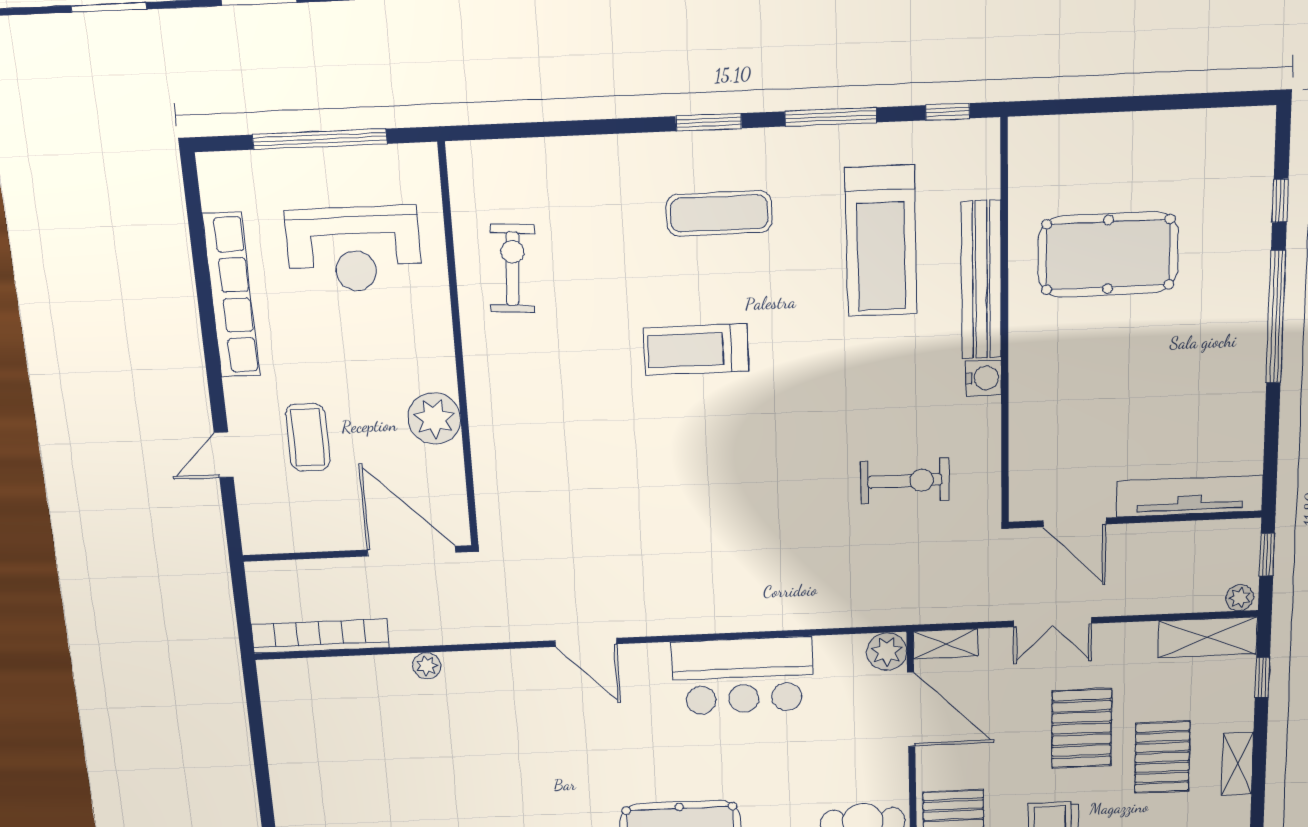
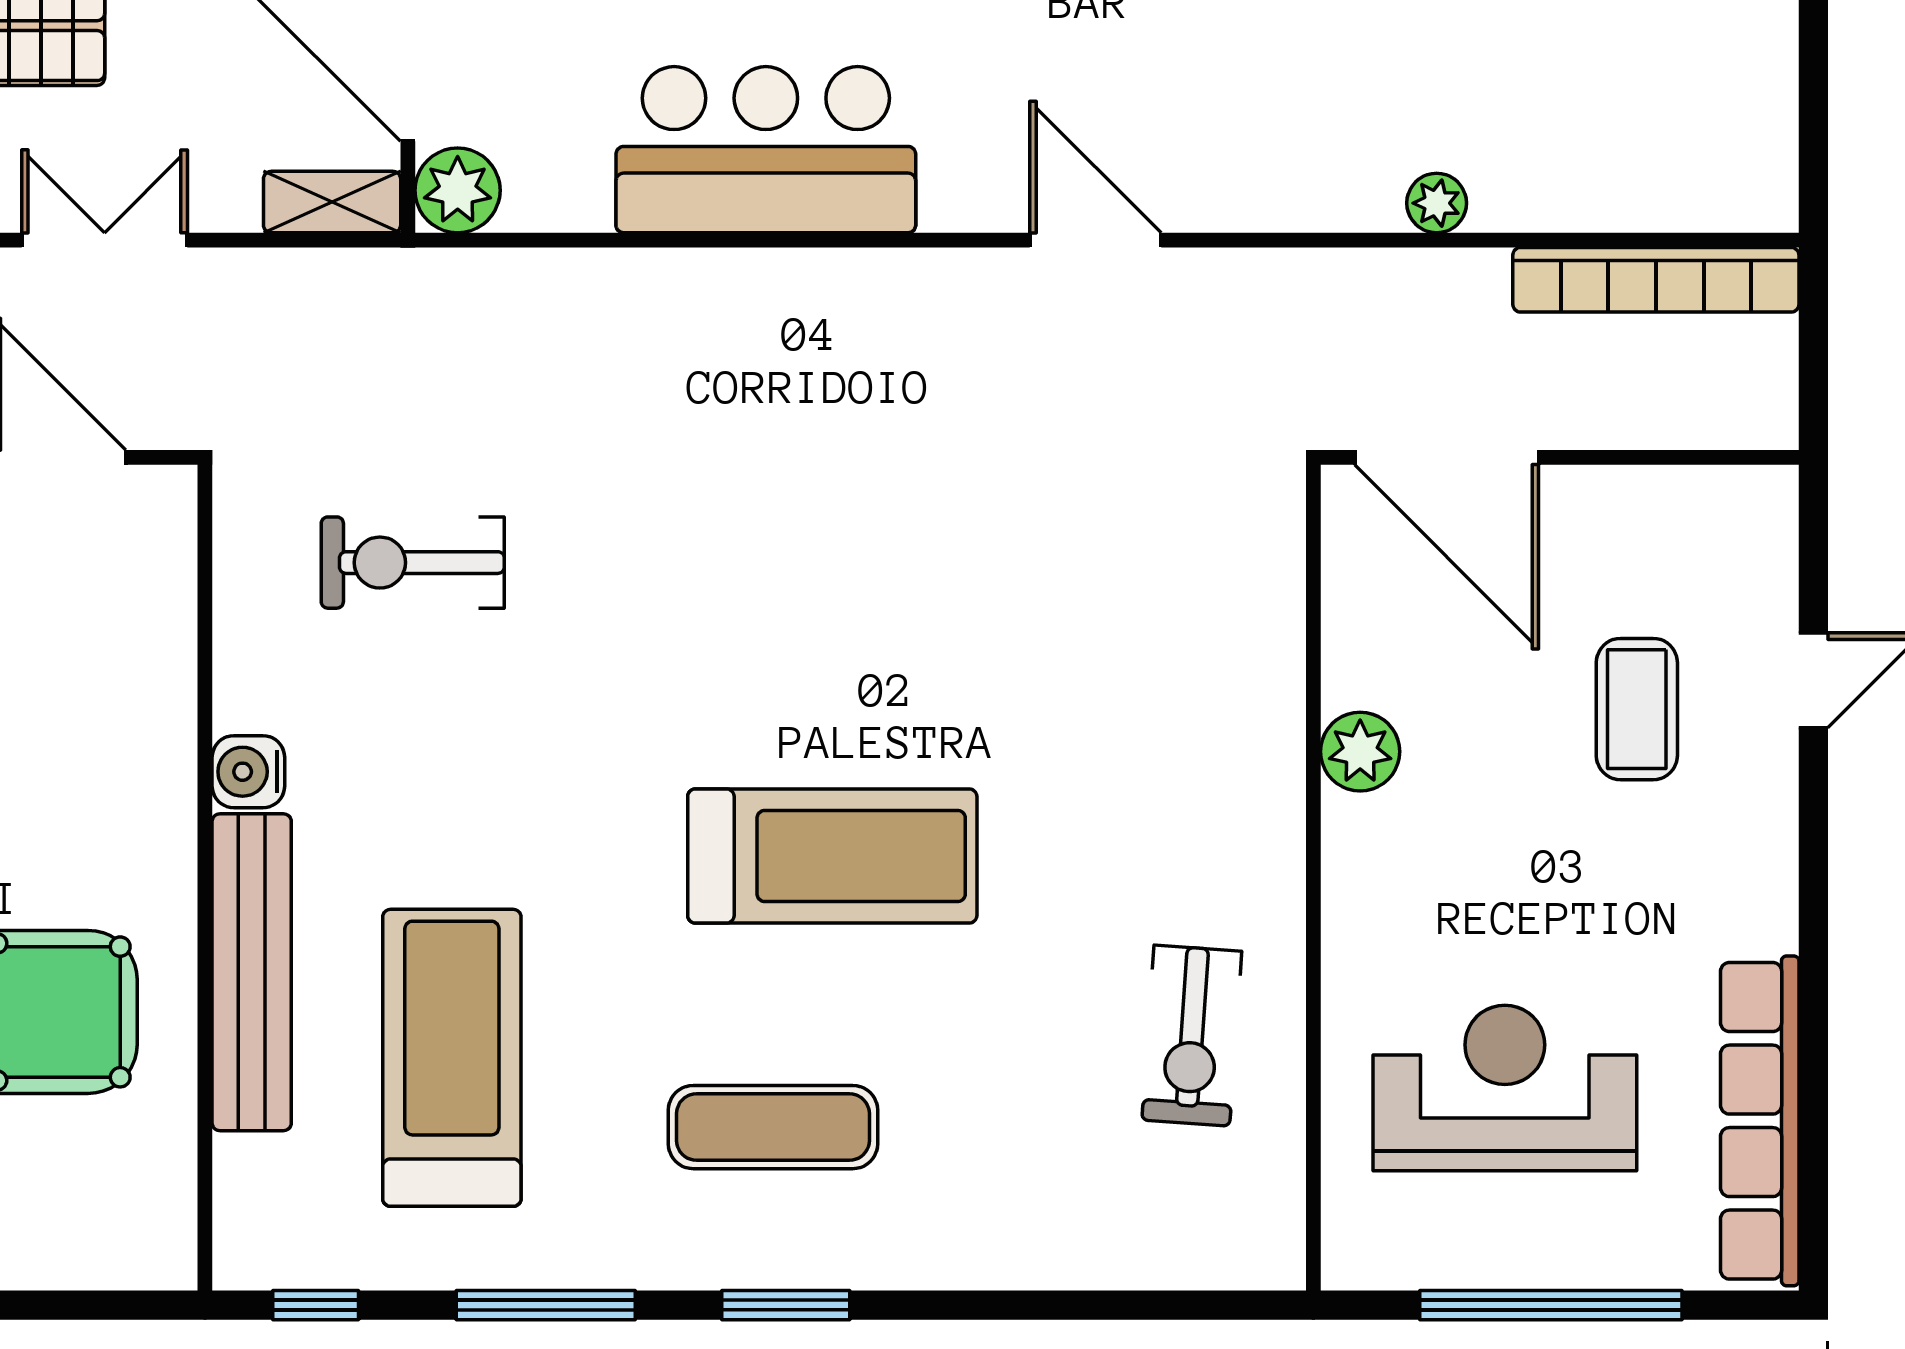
row of seats: (231, 295) -> (1760, 1121), moved
treadmill: (696, 350) -> (832, 856), width x1.37, depth x1.38
plant: (434, 418) -> (1360, 752), width x0.73, depth x0.73

